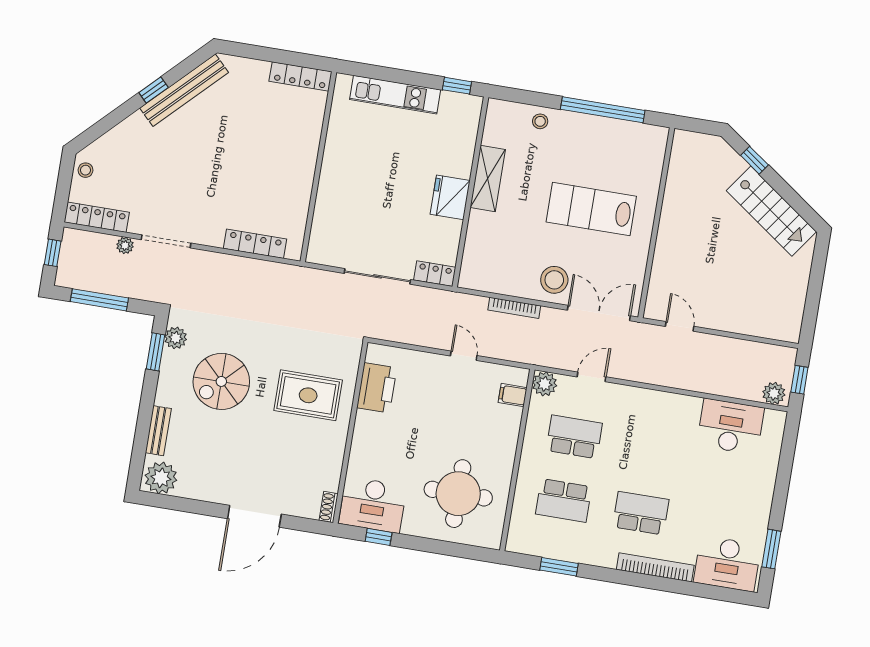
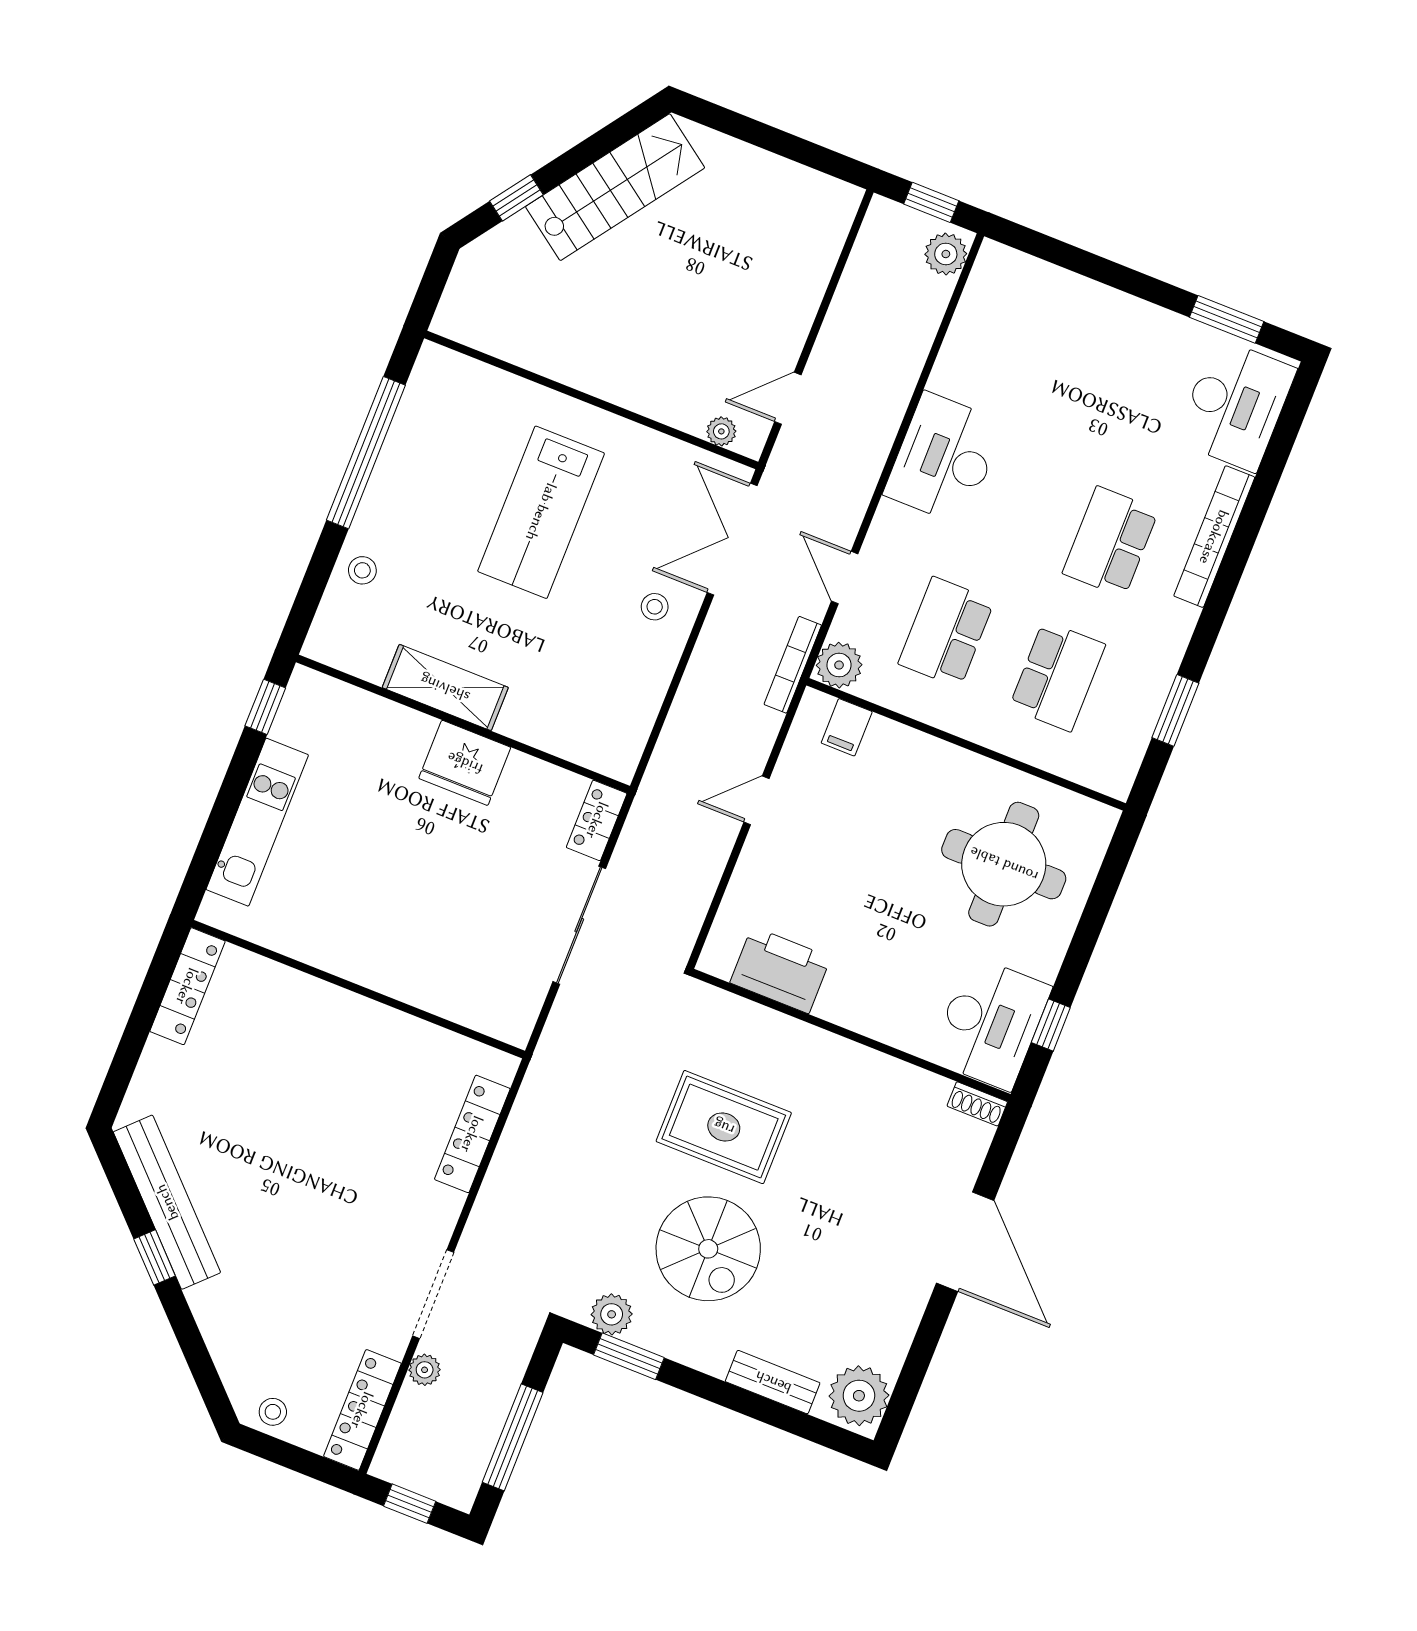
stool: (554, 280) -> (655, 607), width x0.53, depth x0.53
plant: (655, 295) -> (721, 431), added
bookcase: (514, 308) -> (793, 665), moved, turned 180
rug: (308, 395) -> (724, 1127), moved, turned 90
desk: (730, 426) -> (944, 458), moved

